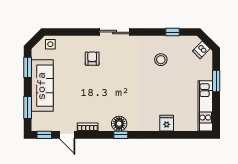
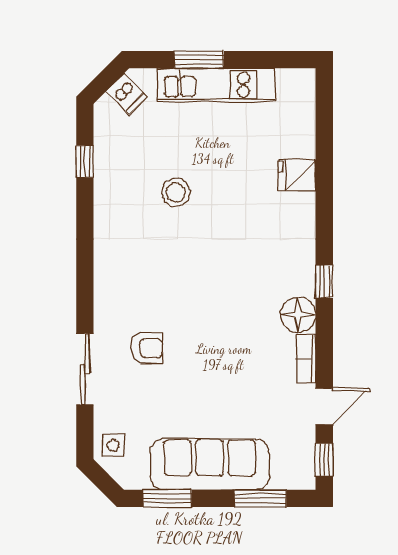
sliding door: (114, 32) -> (85, 369), moved
armchair: (92, 59) -> (147, 348), turned 180
stool: (161, 60) -> (176, 192), moved
kitchen unit: (205, 106) -> (216, 85), moved
floor lamp: (119, 124) -> (298, 315), moved

